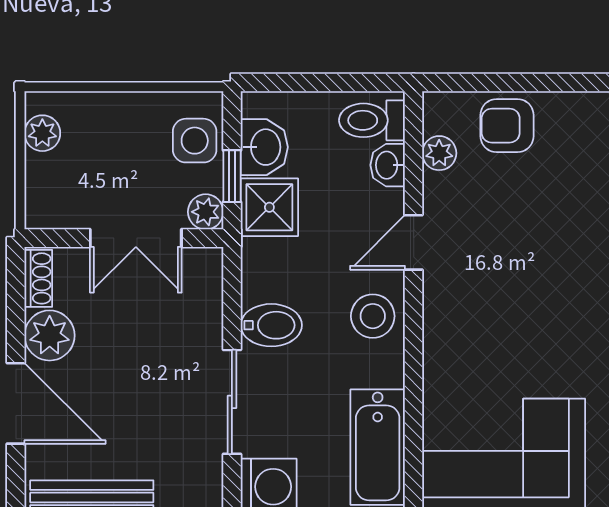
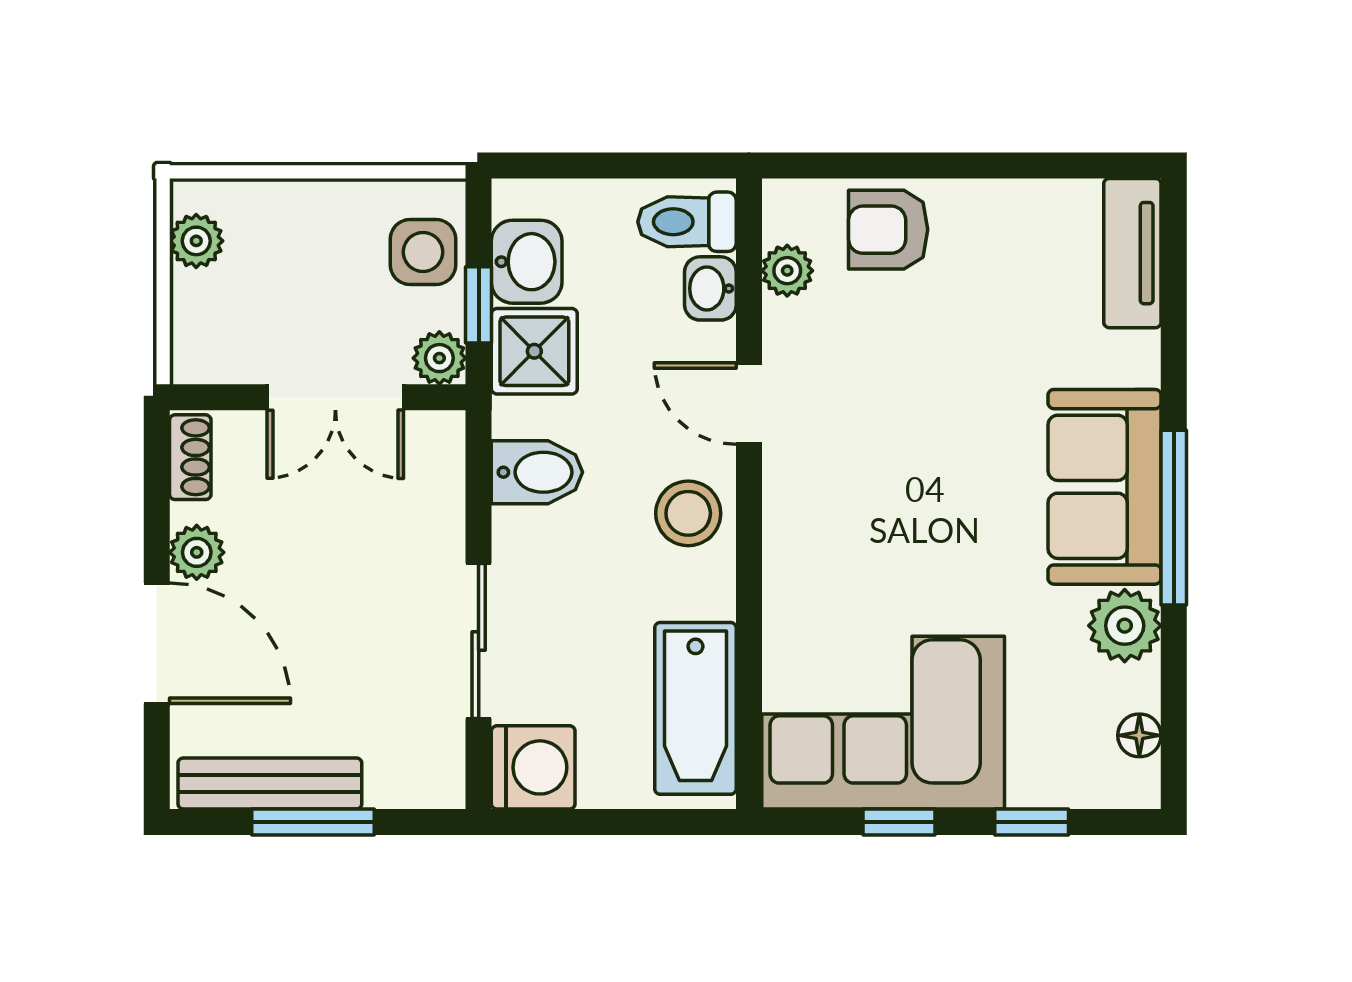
door: (414, 242) -> (749, 403), hinge flipped
bidet: (271, 325) -> (537, 472), moved
plant: (50, 335) -> (197, 552), width x0.73, depth x0.73

